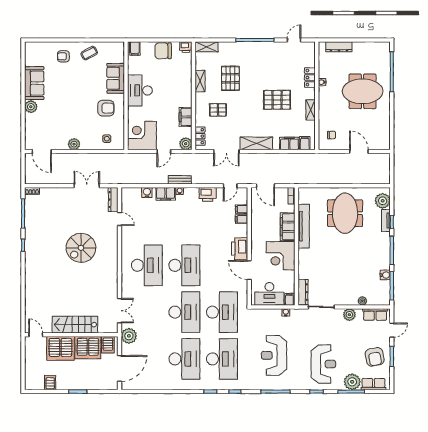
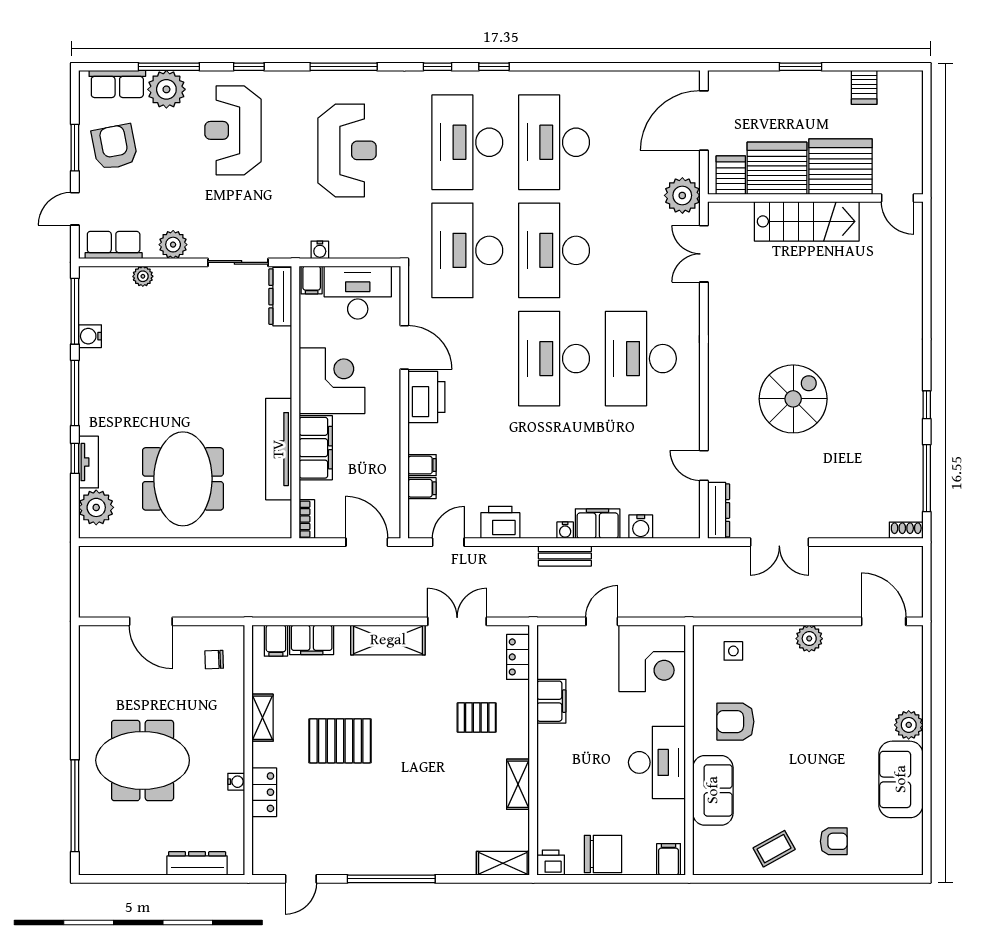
pallet: (230, 78) -> (448, 791), removed
plant: (186, 144) -> (551, 639), removed

